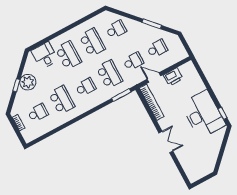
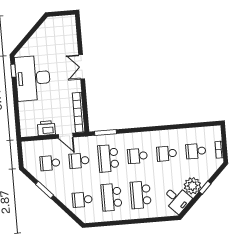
desk: (45, 55) -> (177, 199), moved, turned -45
school desk: (62, 100) -> (167, 154), width x0.54

